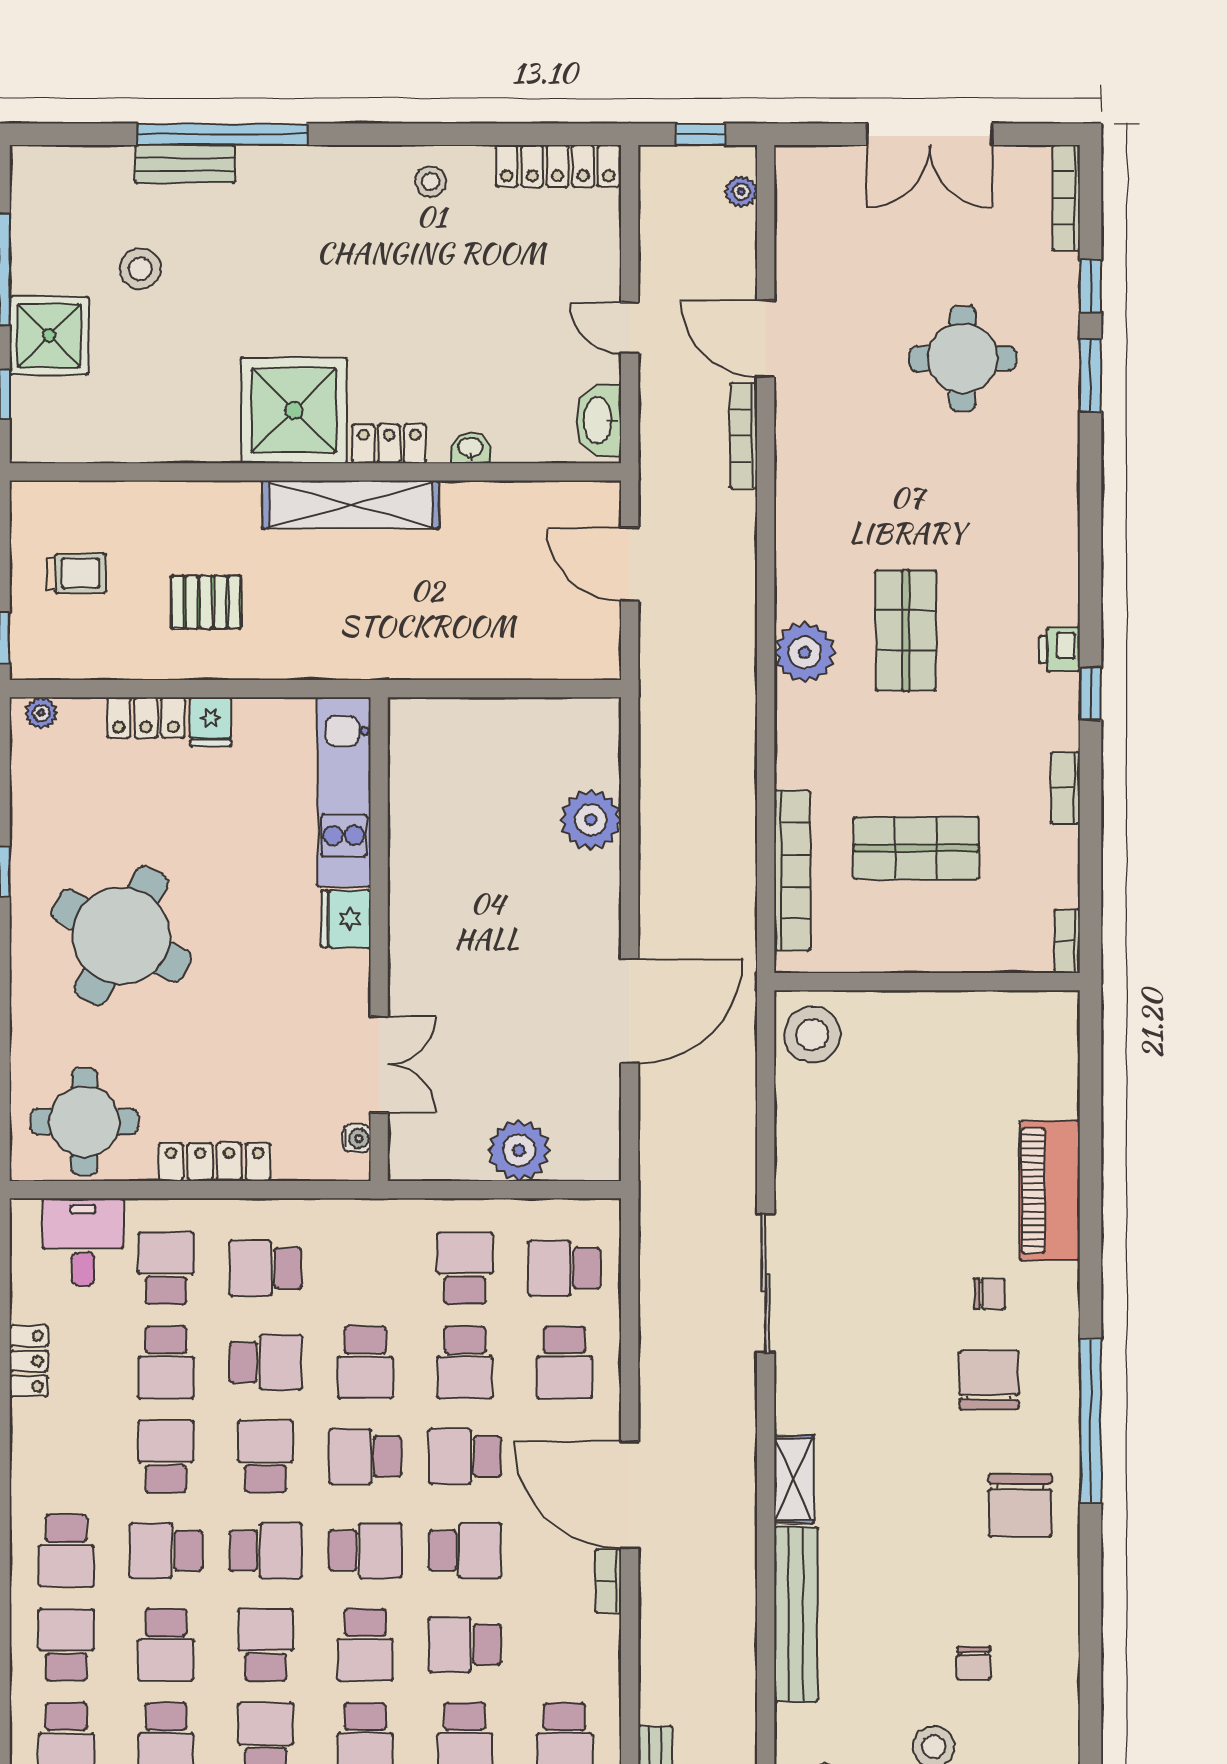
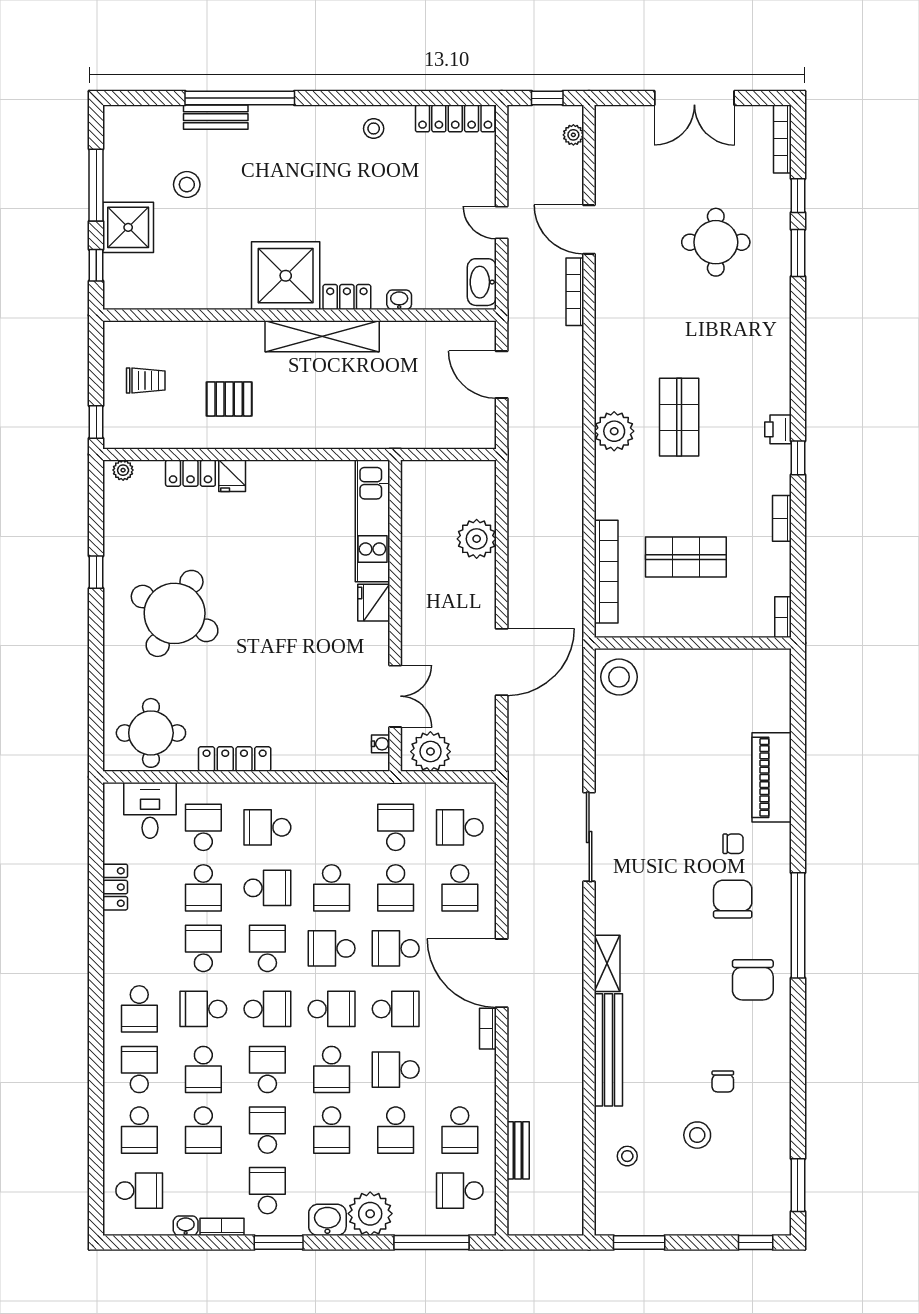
kitchen unit: (344, 792) -> (372, 521), moved
fridge: (346, 919) -> (374, 603), moved
wall: (379, 939) -> (395, 616), moved
double door: (379, 1064) -> (395, 696), moved
water cooler: (357, 1138) -> (381, 744), moved

